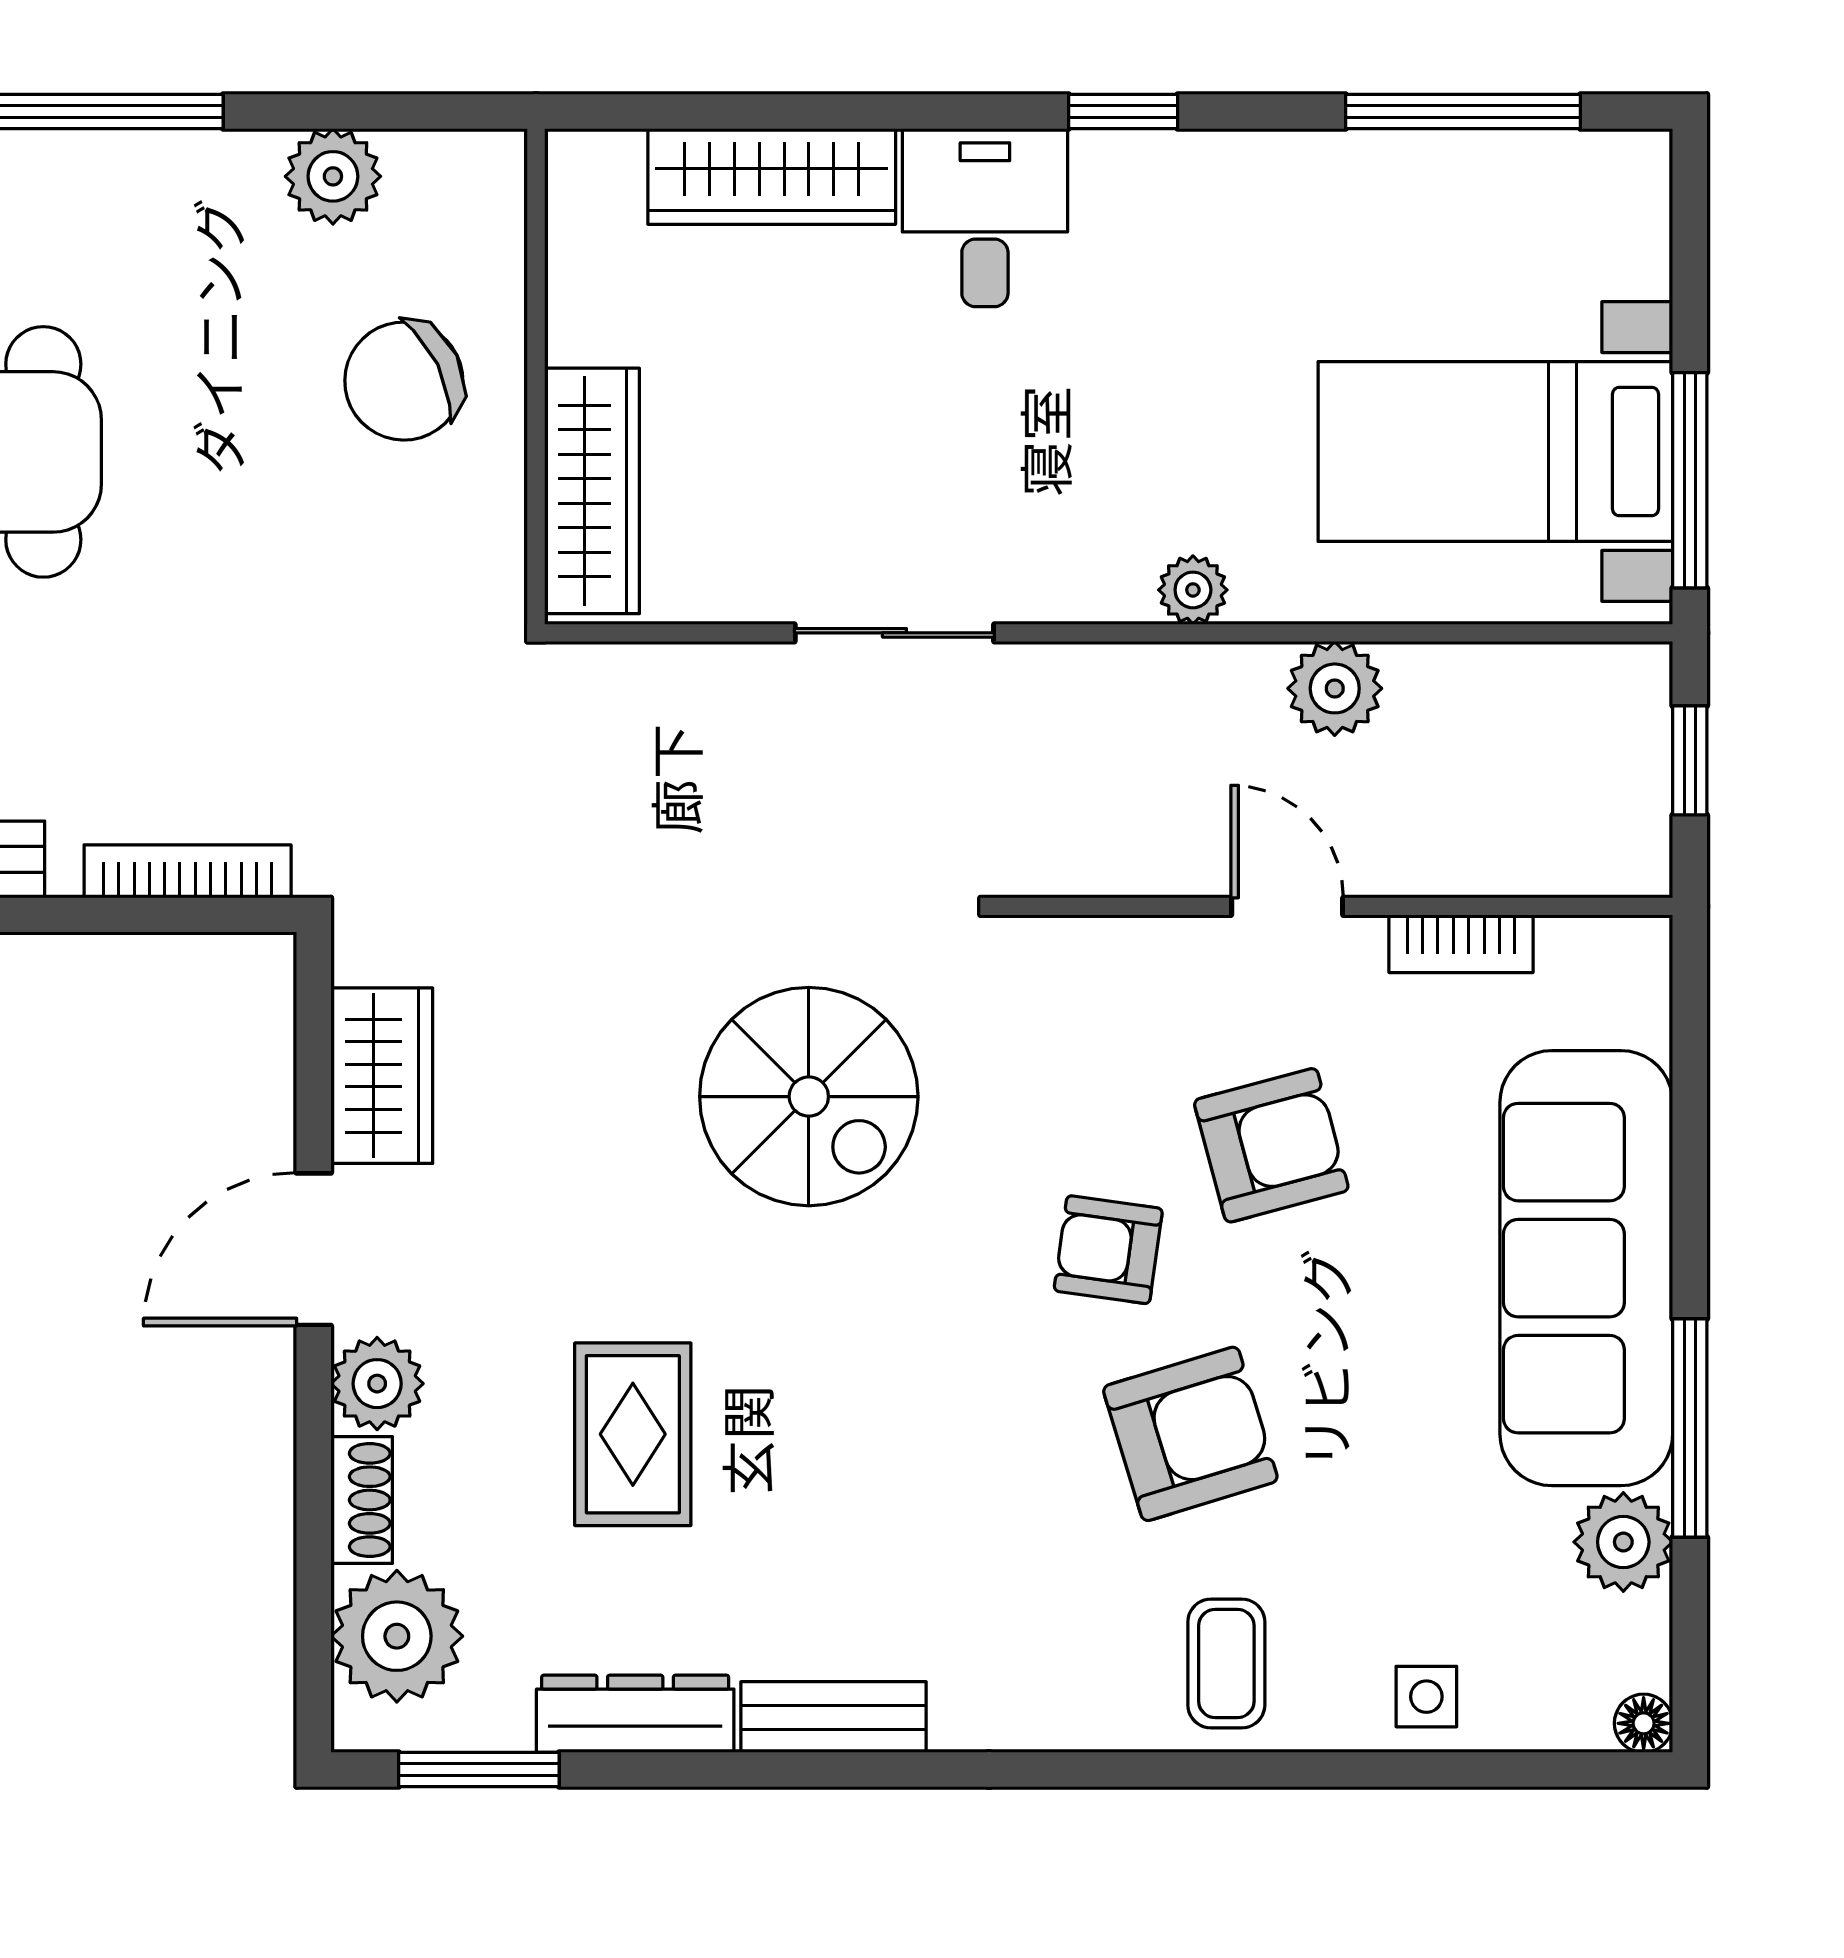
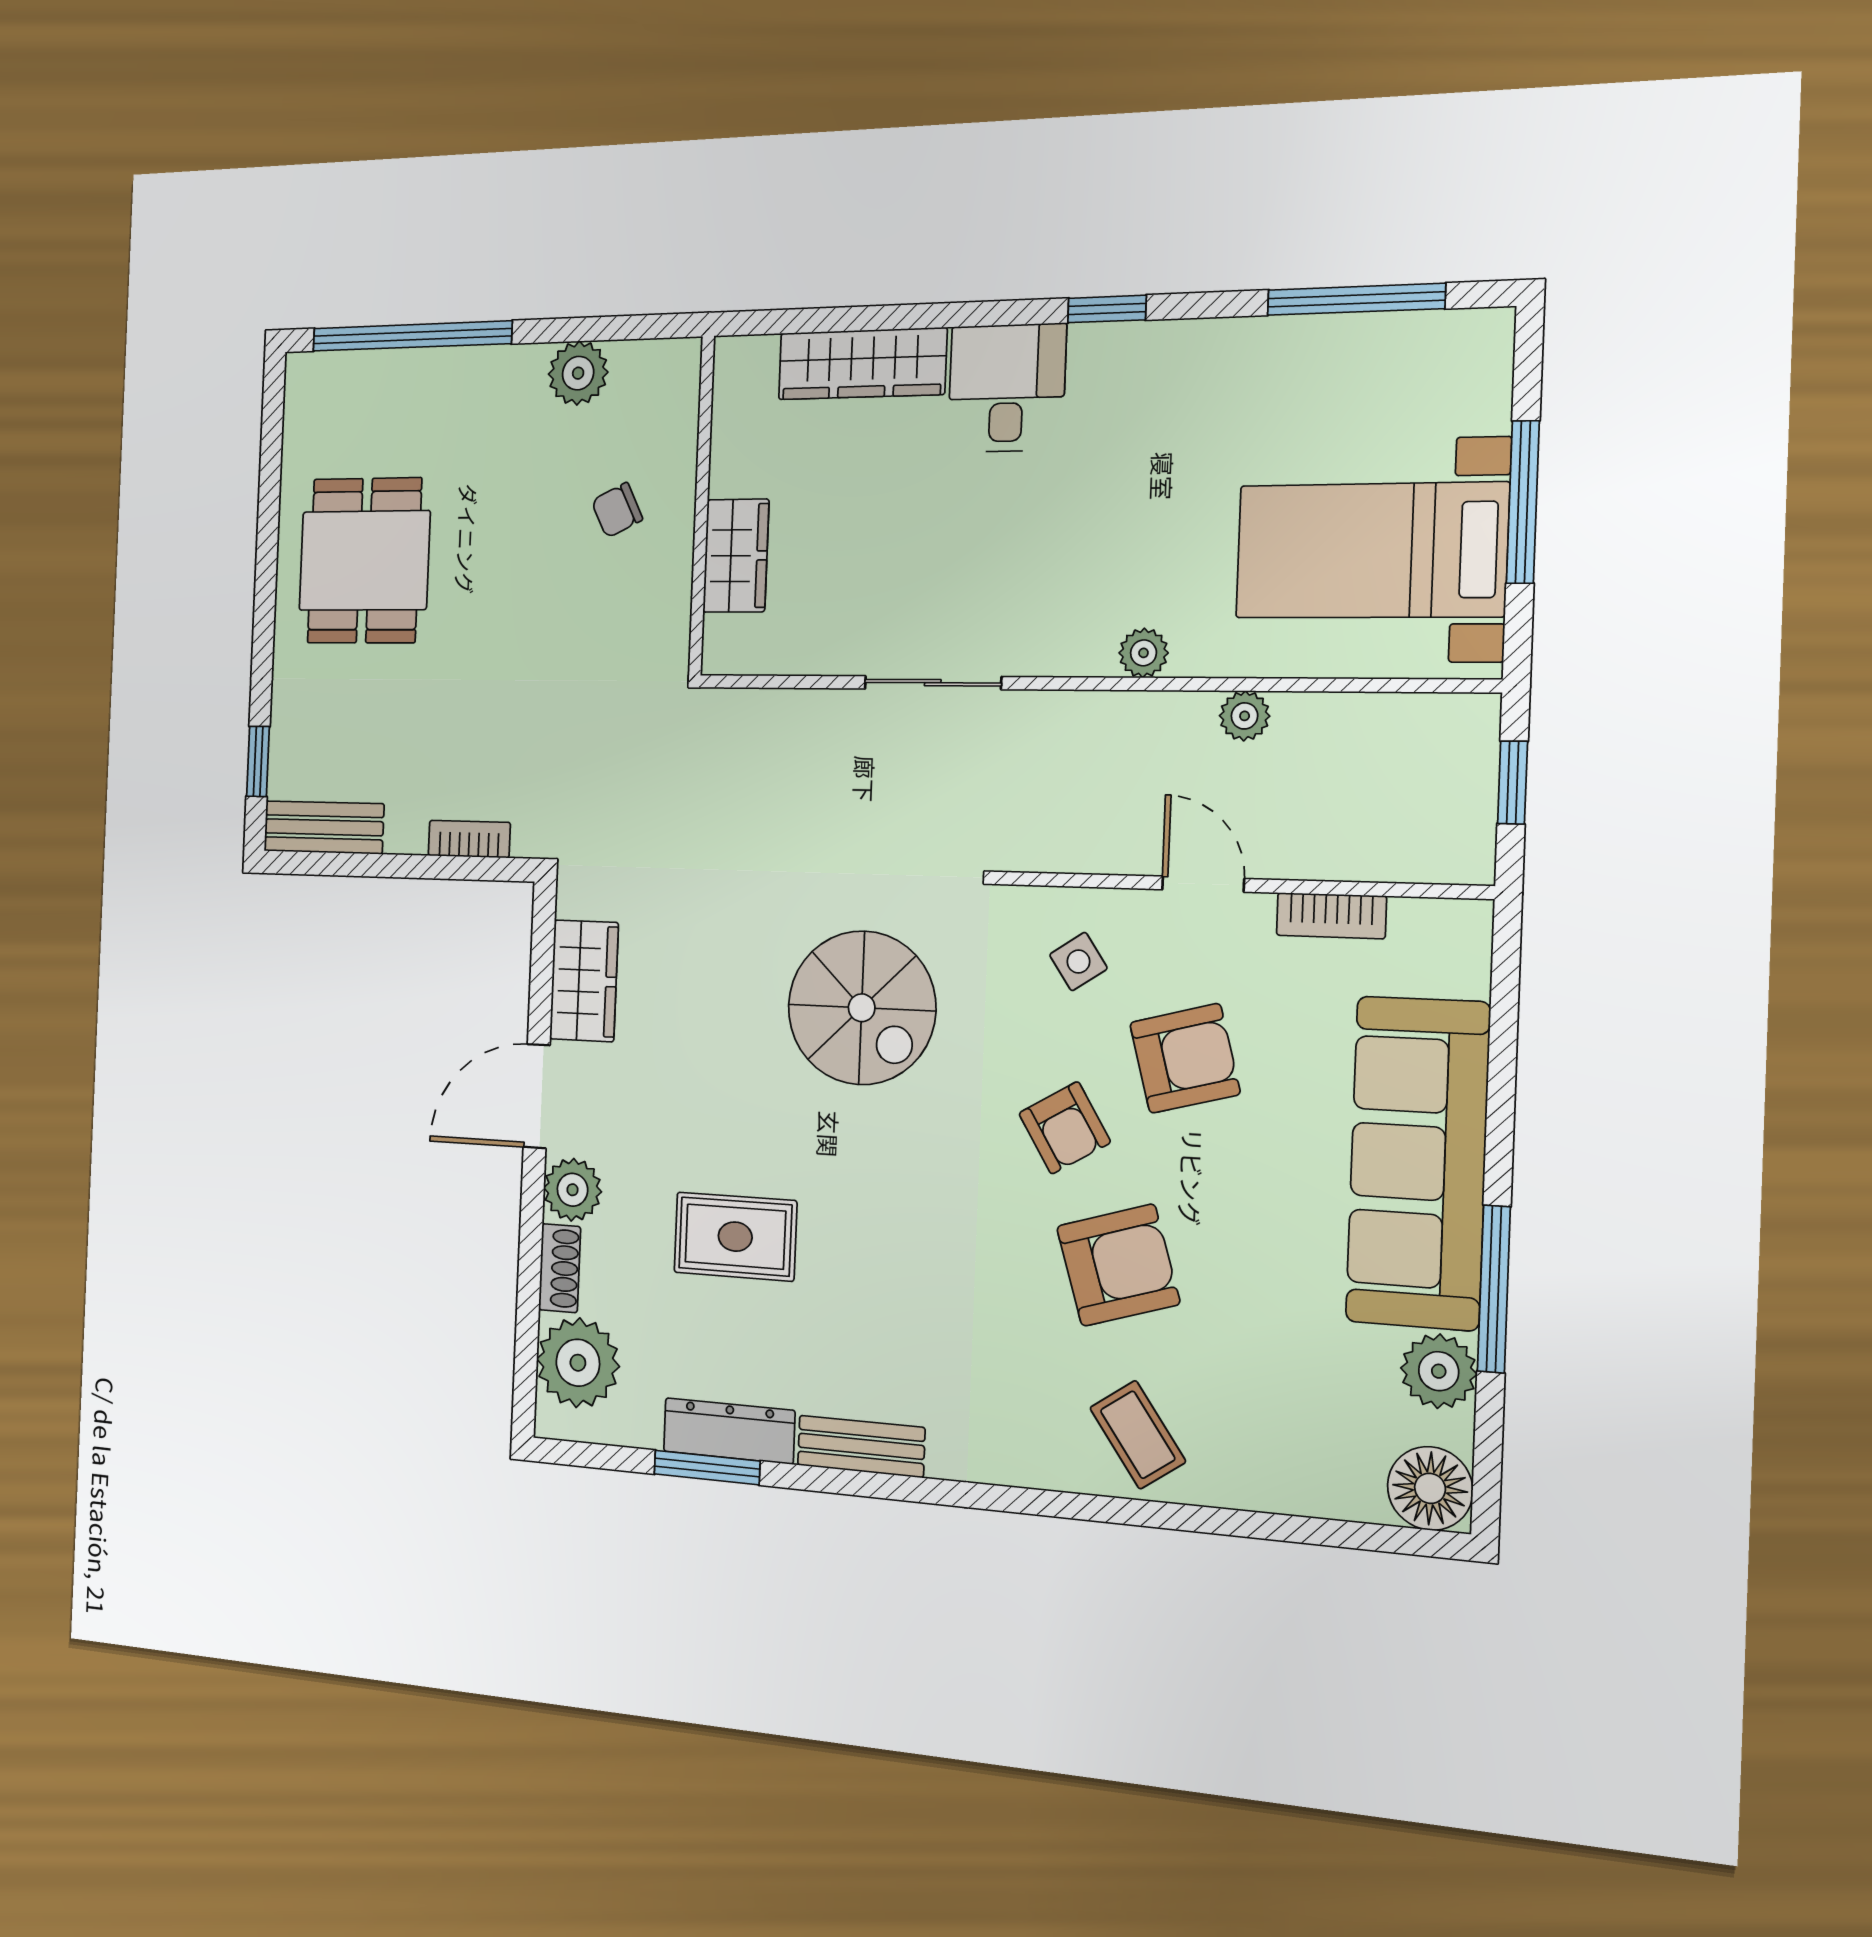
chair: (404, 381) -> (617, 510), width x0.54, depth x0.54
window: (1690, 480) -> (1523, 502), moved
wardrobe: (592, 491) -> (736, 556), width x0.67
plant: (1335, 688) -> (1245, 716), width x0.73, depth x0.73
bookcase: (188, 871) -> (469, 839), width x0.64
armchair: (1108, 1250) -> (1065, 1128), turned -129
rug: (633, 1434) -> (735, 1237), turned 90
coffee table: (1226, 1663) -> (1138, 1435), turned -35
side table: (1426, 1697) -> (1078, 962), moved, turned -34
floor lamp: (1644, 1723) -> (1430, 1488), width x1.89, depth x1.89
window: (479, 1770) -> (707, 1468), moved

